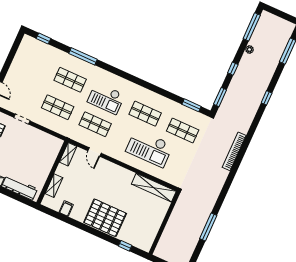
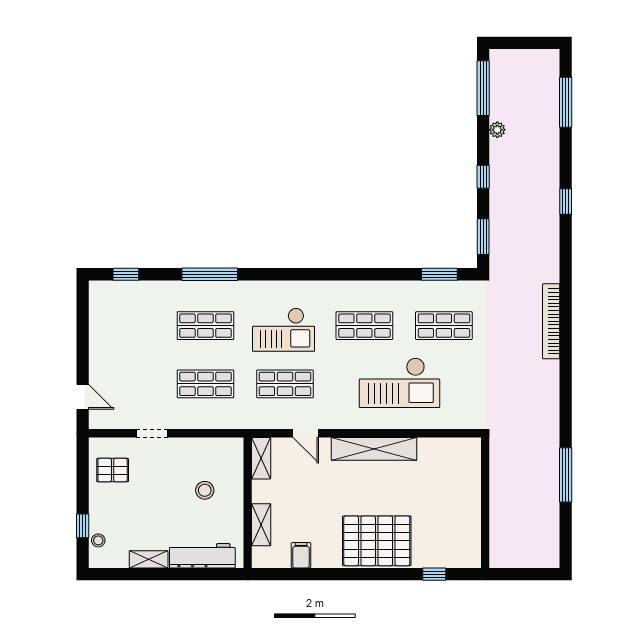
stool: (35, 157) -> (205, 490), added
shelving: (154, 188) -> (374, 449), moved

